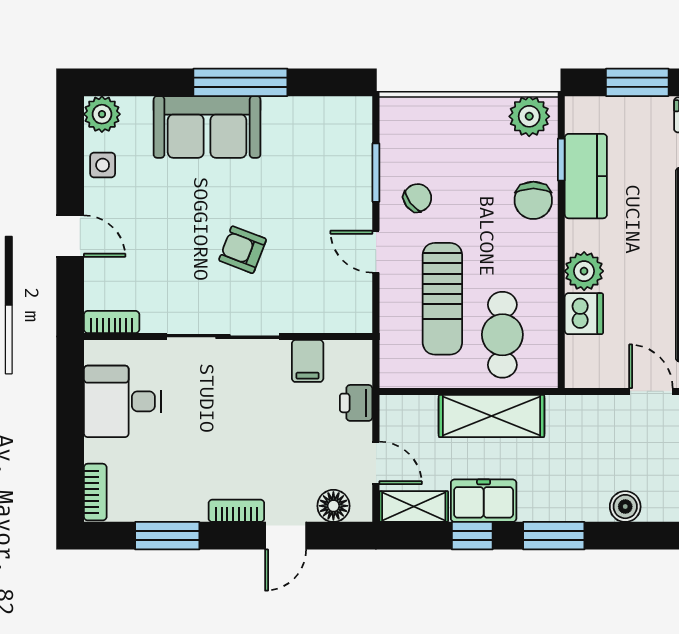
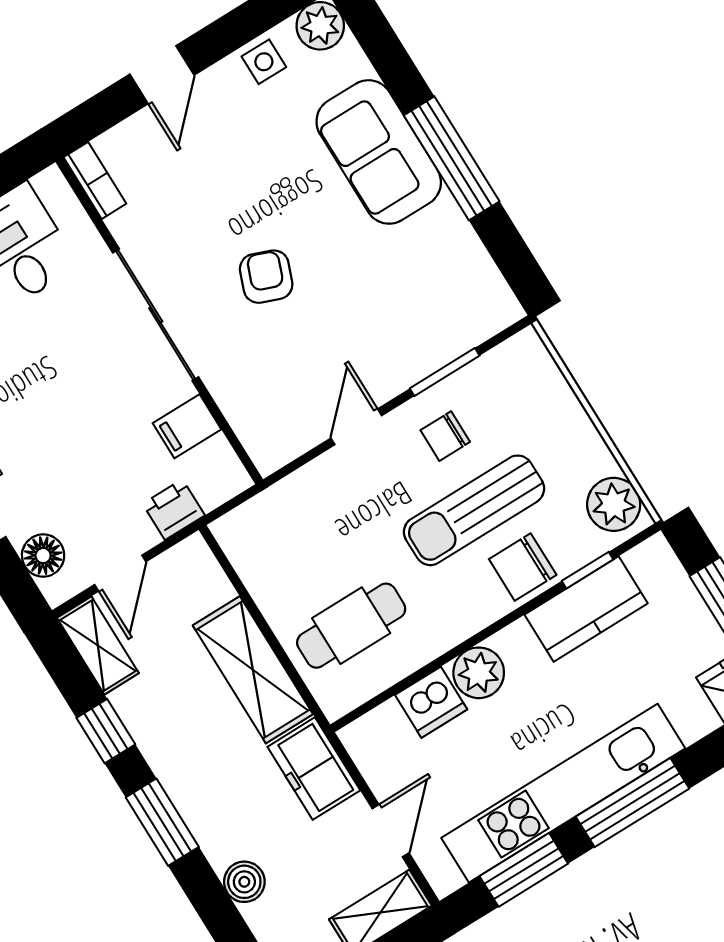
chair: (417, 198) -> (445, 436), turned 127
sun lounger: (442, 299) -> (474, 510), moved
freezer: (484, 501) -> (314, 769), moved, turned 180

